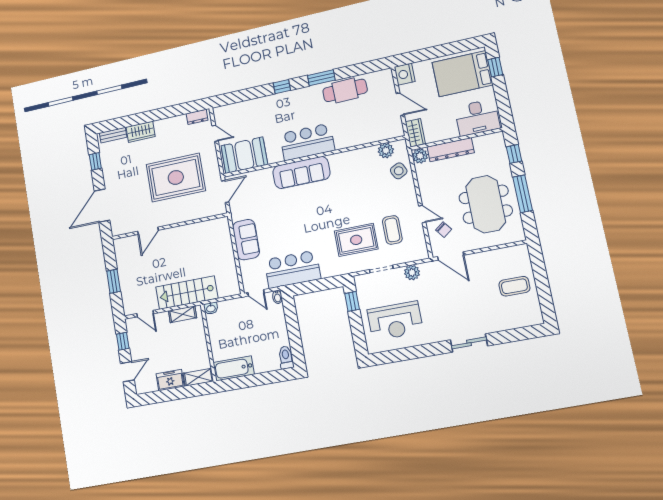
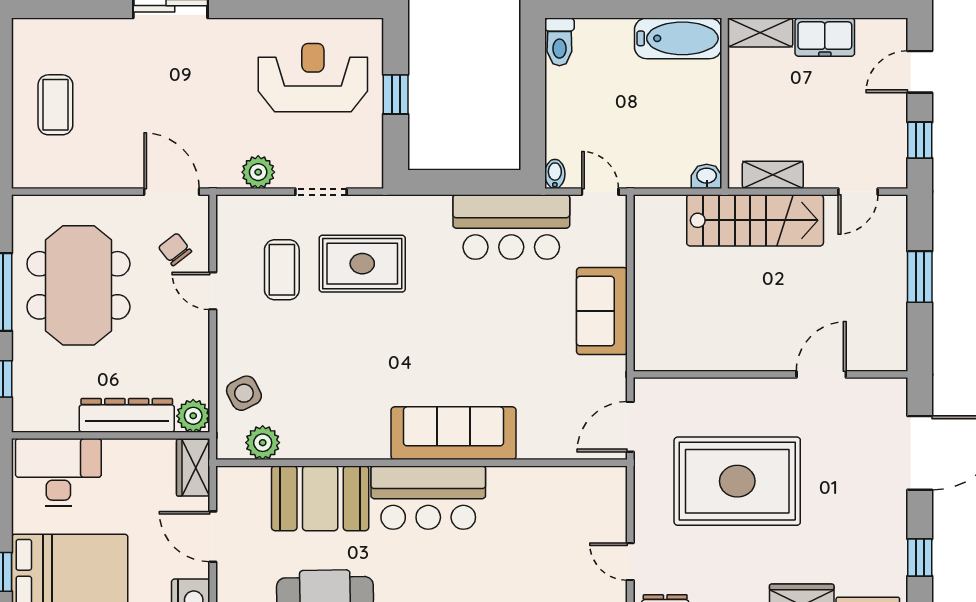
booth: (244, 155) -> (320, 498), moved
coffee table: (514, 286) -> (55, 105), turned 90
window: (352, 301) -> (396, 94), moved
door: (145, 314) -> (858, 192), swing flipped

